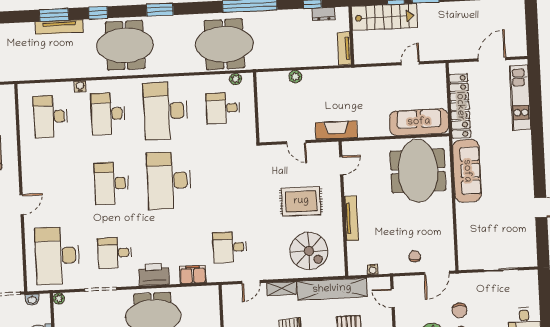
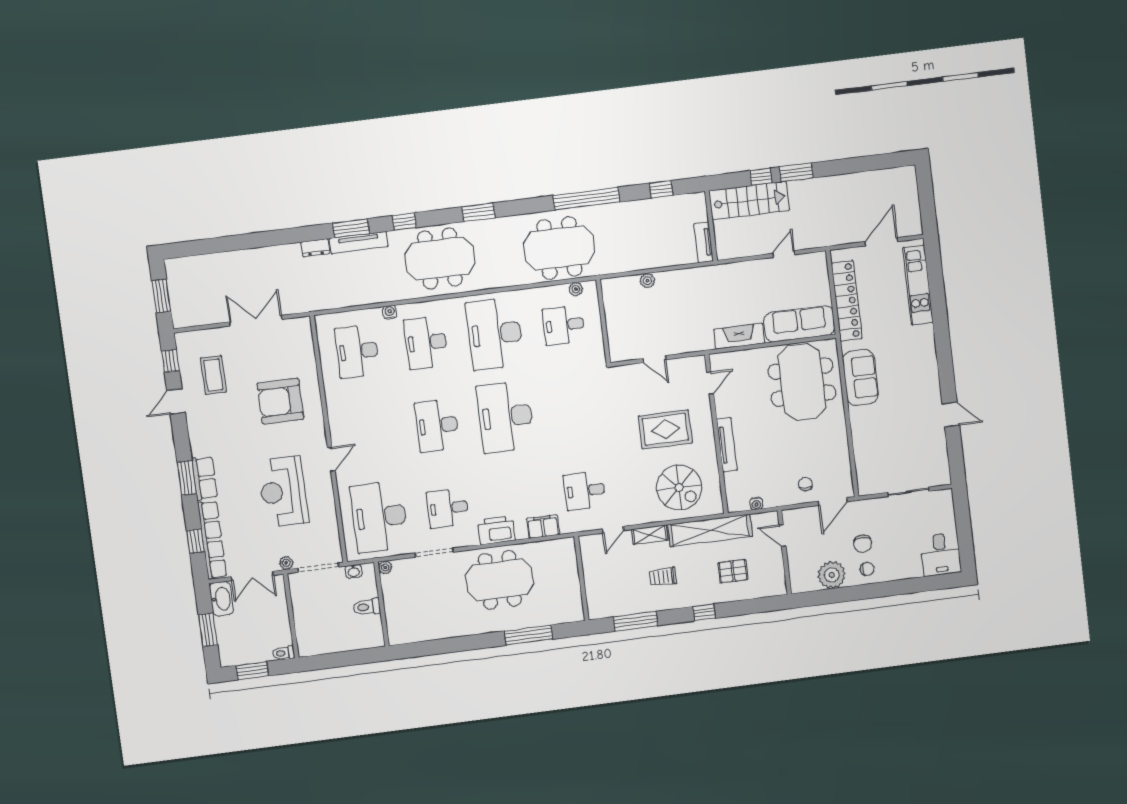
dresser: (324, 14) -> (315, 248), moved
fireplace: (336, 130) -> (739, 336), moved
sofa: (467, 171) -> (860, 378), width x0.73

